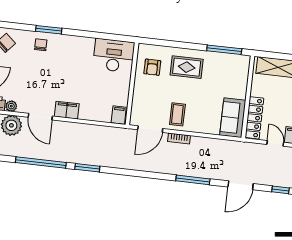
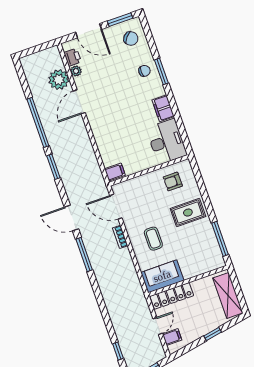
rug: (187, 67) -> (188, 213), turned 90
filing cabinet: (67, 110) -> (163, 108), moved, turned 180
coffee table: (177, 114) -> (153, 239), moved, turned 90
window: (193, 180) -> (84, 255), moved
door: (241, 185) -> (71, 218), moved

